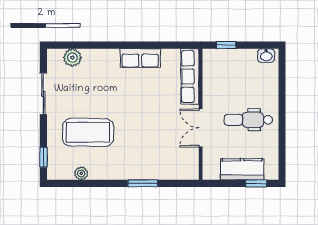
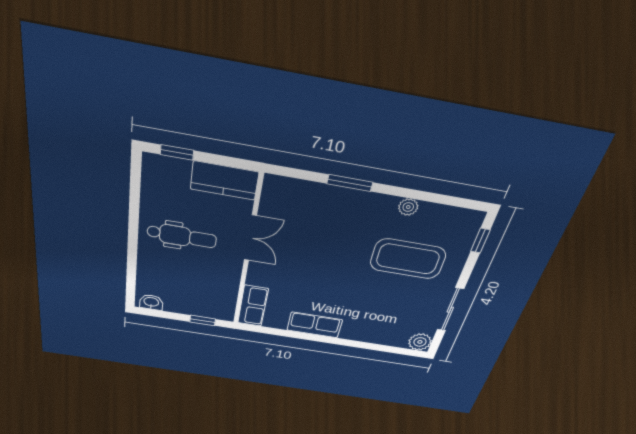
plant: (72, 58) -> (420, 342), moved
row of seats: (190, 77) -> (253, 306), width x0.68
kitchen counter: (242, 169) -> (224, 181), moved
plant: (81, 173) -> (408, 207), moved

